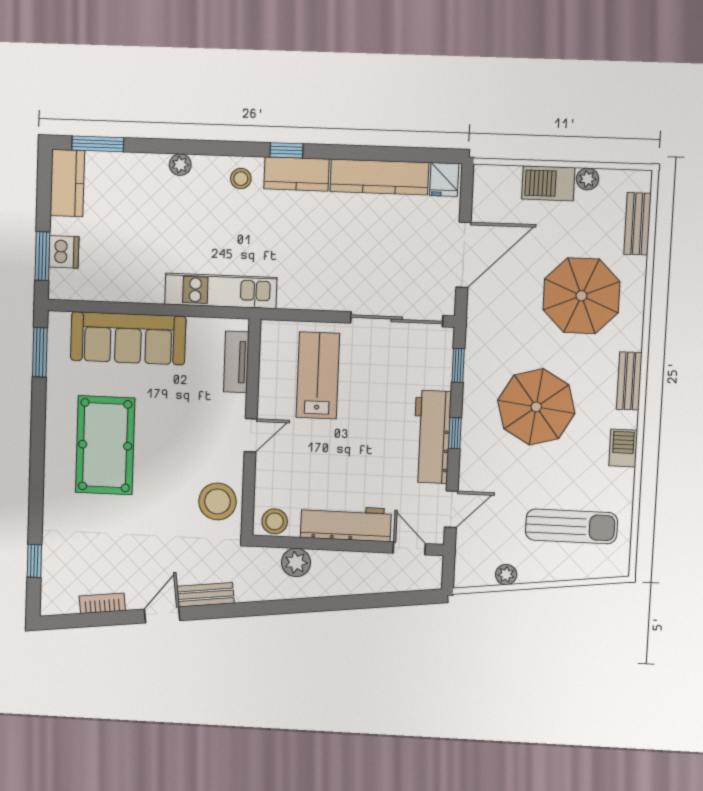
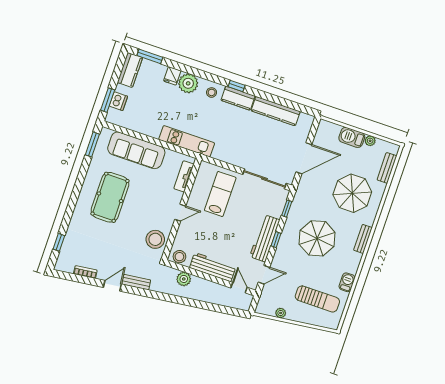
plant: (180, 165) -> (188, 83), width x1.88, depth x1.88
fridge: (444, 180) -> (172, 76), moved
barbecue: (623, 448) -> (347, 282), moved

